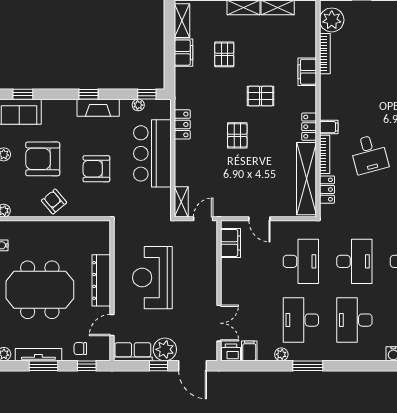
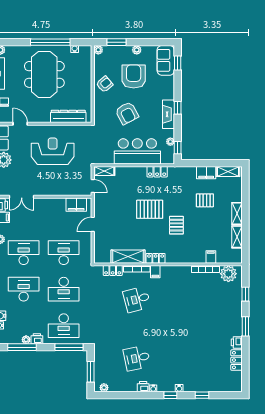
filing cabinet: (307, 72) -> (211, 257), moved, width x0.50
pallet: (237, 135) -> (150, 209), width x1.50, depth x1.42
armchair: (96, 169) -> (127, 113), turned 152
shelving: (307, 179) -> (128, 257), width x0.68
desk: (301, 261) -> (64, 253), turned 180
dresser: (101, 280) -> (68, 116), moved

